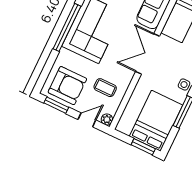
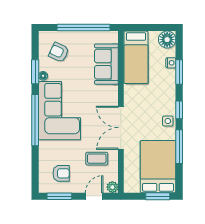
double door: (148, 54) -> (121, 128), moved
armchair: (67, 86) -> (61, 173), width x0.53, depth x0.53

